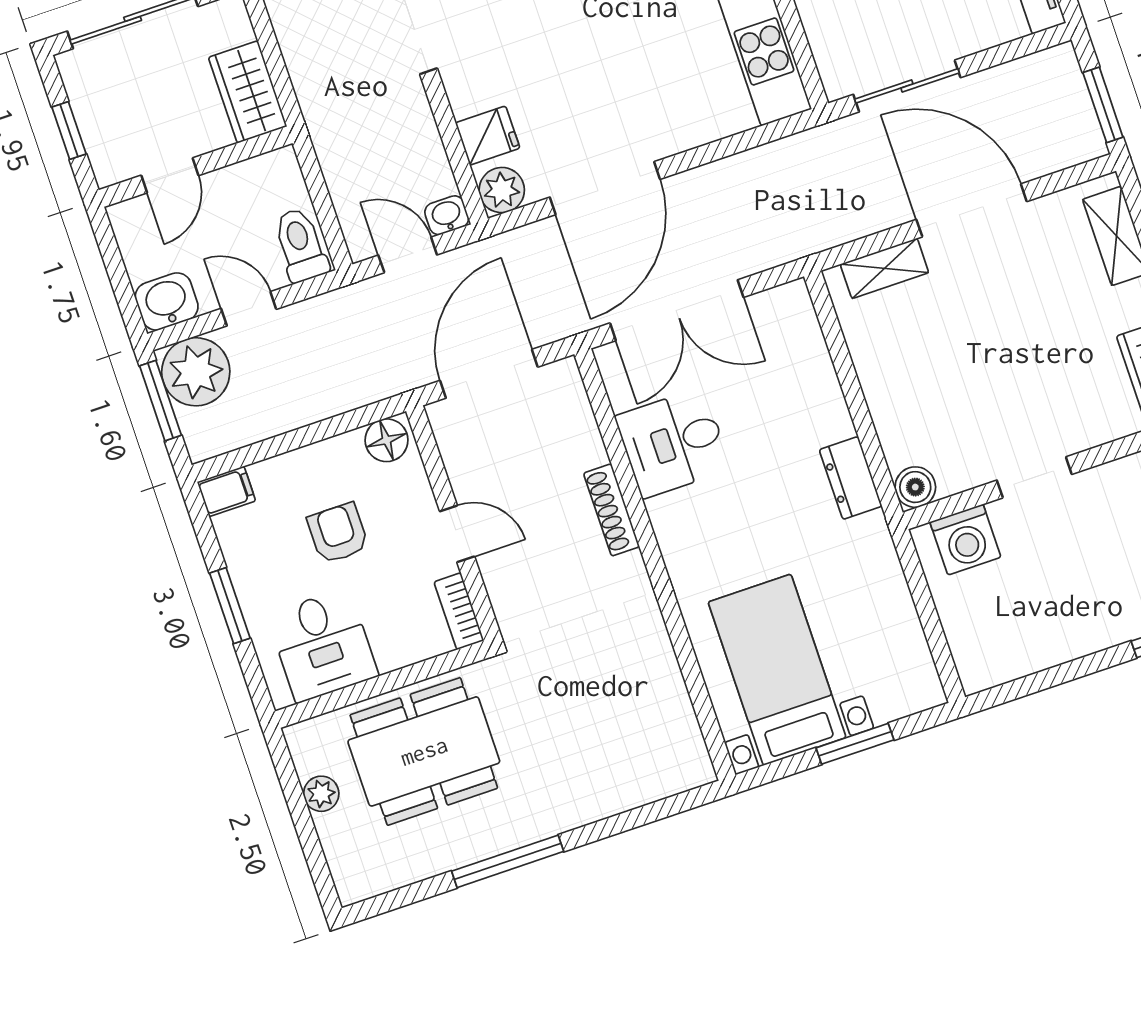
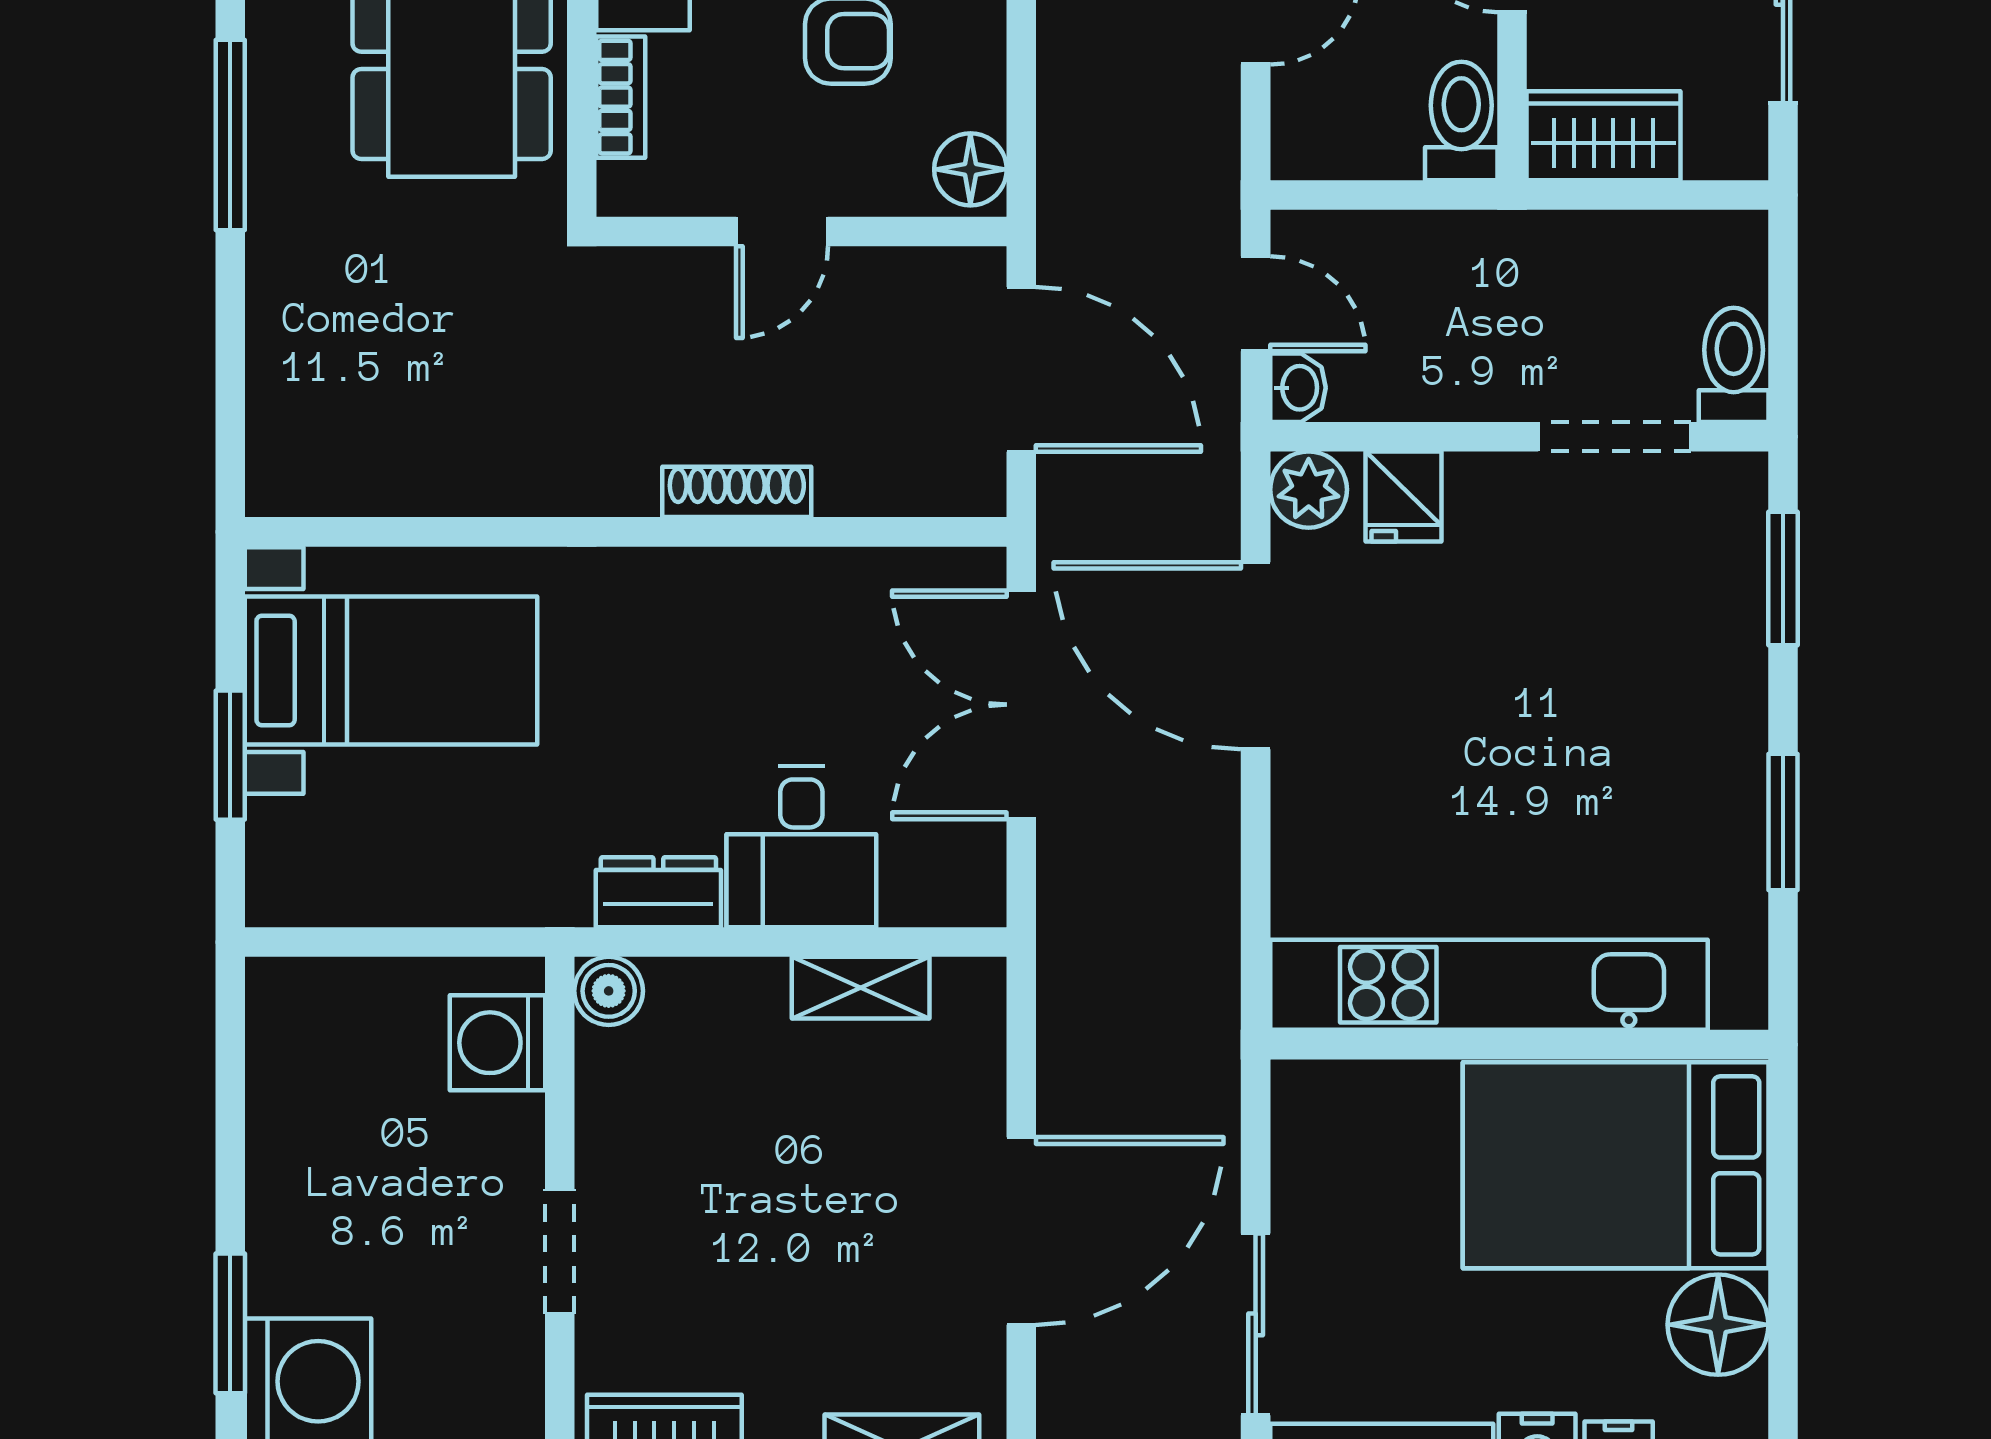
sliding door: (907, 86) -> (1256, 1324), moved
toilet: (301, 245) -> (1461, 121), moved, turned -90
door: (408, 255) -> (1256, 304), hinge flipped
shelving: (884, 268) -> (861, 988), moved, turned 90
desk: (673, 443) -> (801, 847), moved, turned 180
doorway: (1034, 477) -> (560, 1251), moved
bookcase: (459, 611) -> (621, 97), moved, turned 90

